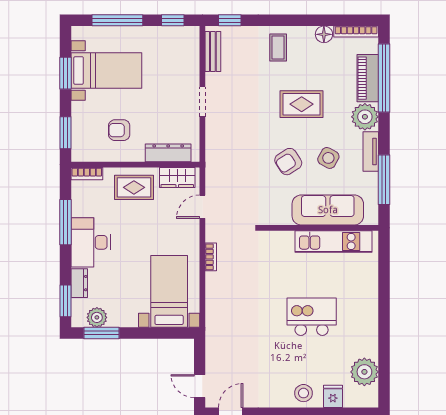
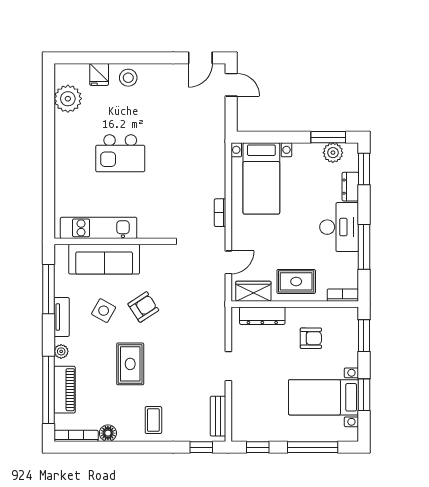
rug: (302, 104) -> (130, 364), turned 90
plant: (365, 117) -> (61, 351), width x0.53, depth x0.53

